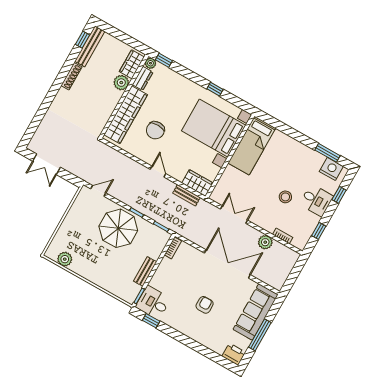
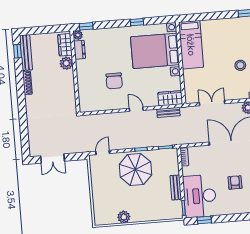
wardrobe: (126, 115) -> (85, 84), removed
plant: (65, 259) -> (124, 217), moved
desk: (153, 303) -> (200, 196), width x1.87, depth x1.30

